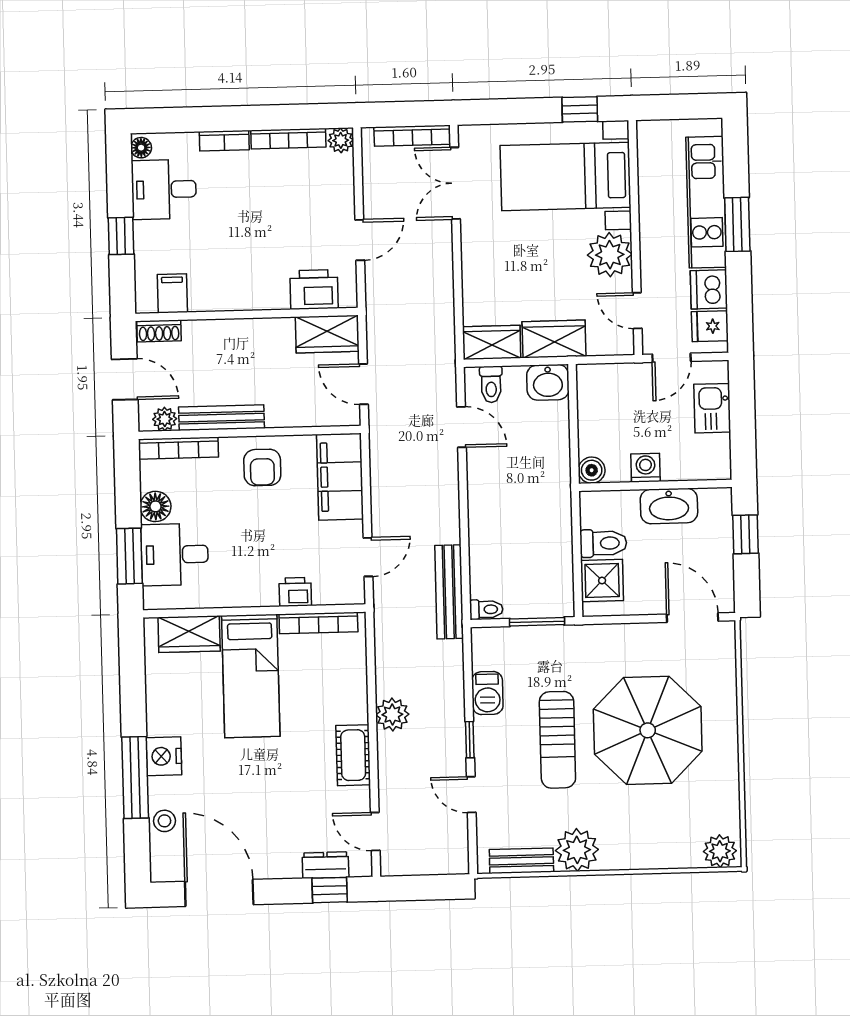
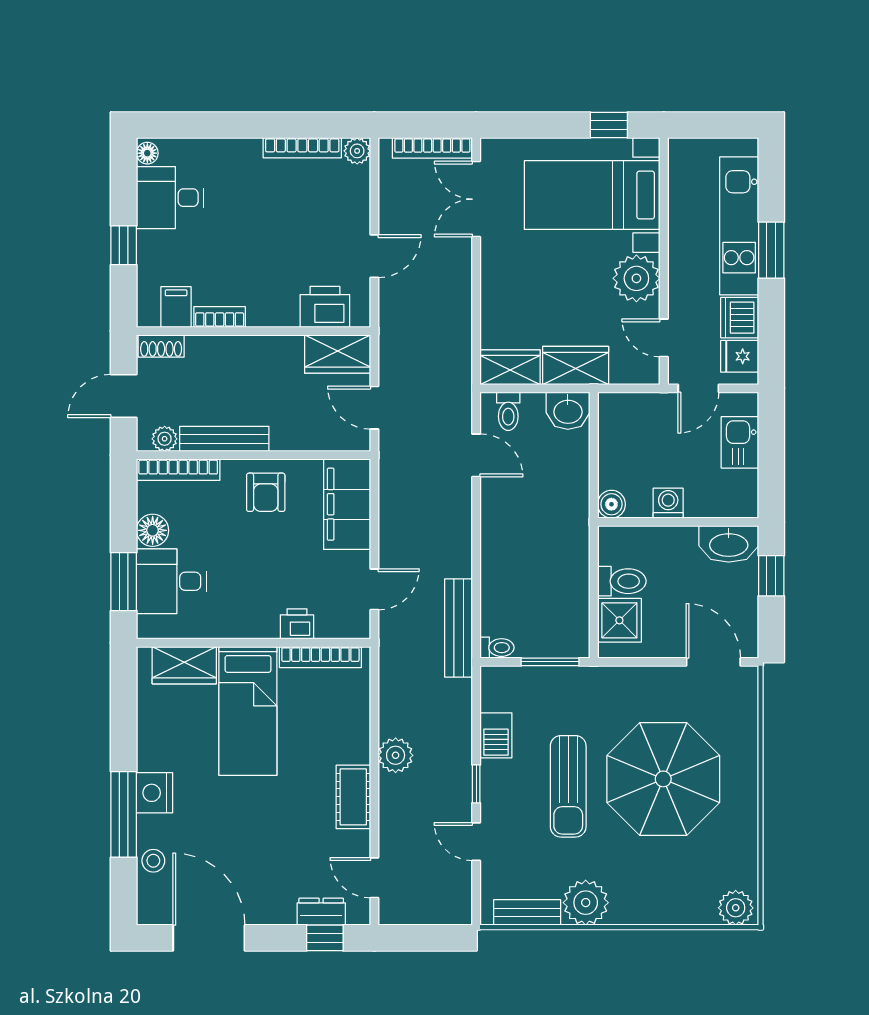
bookcase: (224, 141) -> (220, 317), moved, turned 180
door: (125, 379) -> (124, 396), swing flipped
washbasin: (669, 506) -> (729, 544), moved

